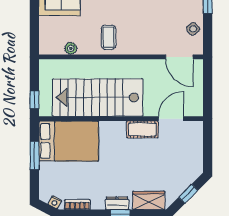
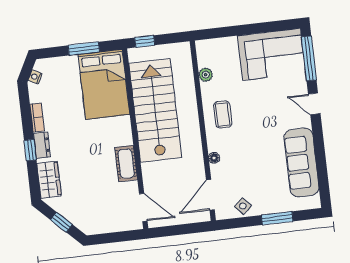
coffee table: (108, 37) -> (223, 114), turned 90
floor lamp: (147, 50) -> (214, 158), added
door: (171, 119) -> (143, 207), moved
bookcase: (77, 205) -> (37, 118), moved

